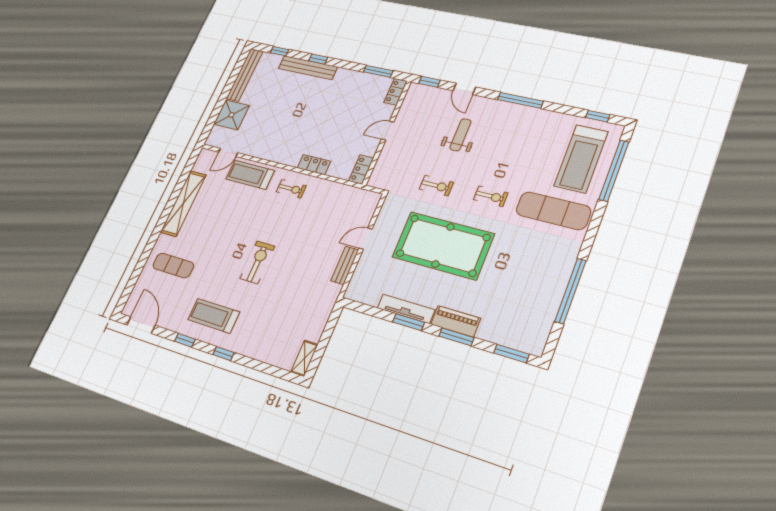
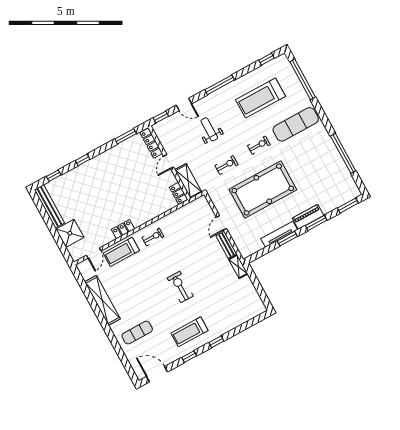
bench: (308, 68) -> (82, 170), removed
locker: (396, 92) -> (151, 143), width x1.53
treadmill: (581, 159) -> (261, 98), moved, turned 90
locker: (314, 165) -> (123, 229), moved
shelving: (383, 166) -> (188, 181), added
shelving: (304, 358) -> (238, 267), moved

